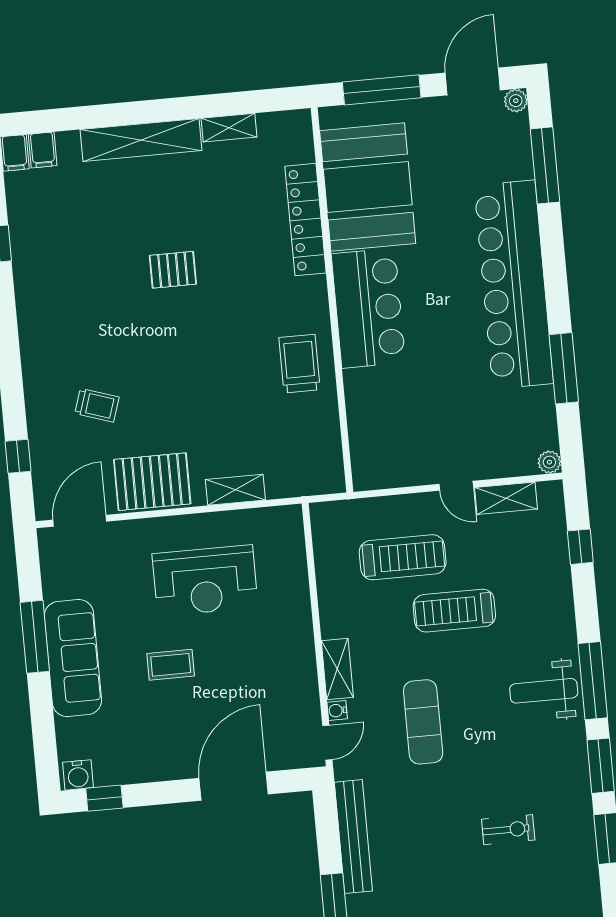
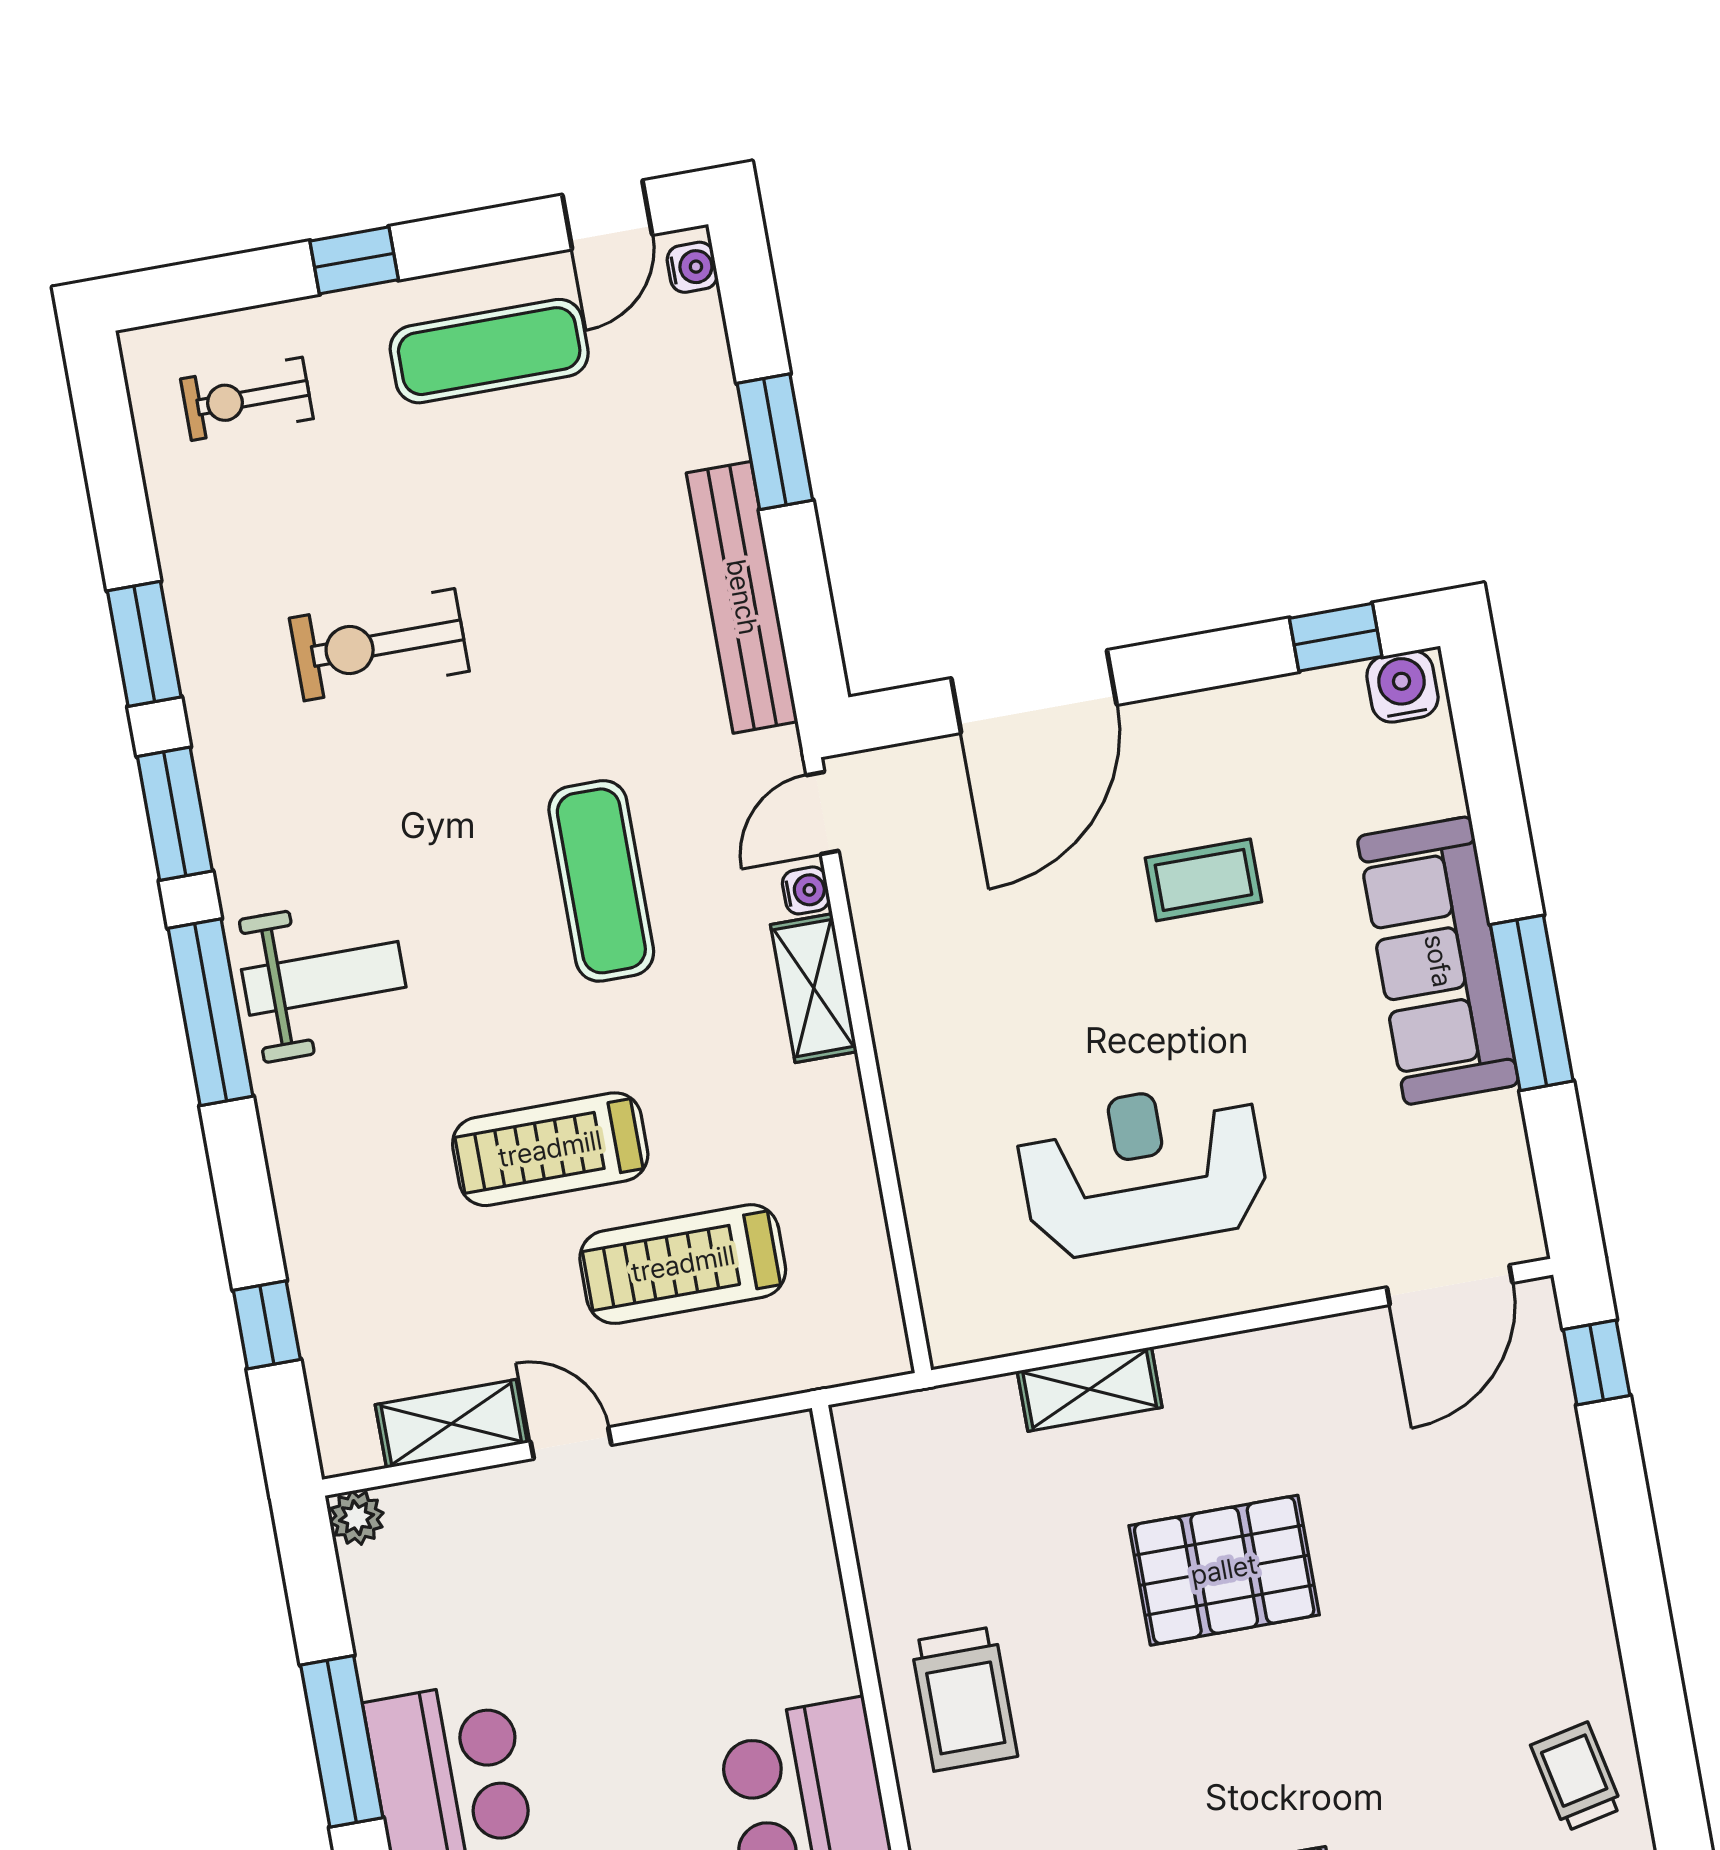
trolley: (97, 405) -> (1577, 1777), moved, turned 60
window: (18, 456) -> (1597, 1363), moved
pallet: (152, 482) -> (1224, 1570), moved
treadmill: (454, 611) -> (550, 1149), turned 180
coffee table: (171, 665) -> (1203, 880), moved
exercise bike: (508, 830) -> (379, 645), width x1.38, depth x1.39

